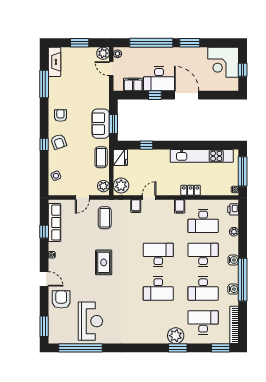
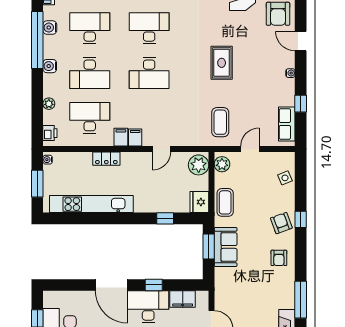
window: (243, 171) -> (37, 184), width x0.69
filing cabinet: (136, 206) -> (135, 138), moved
row of seats: (55, 223) -> (287, 124), width x0.68

